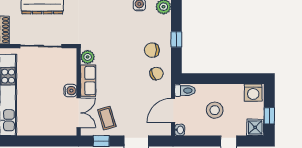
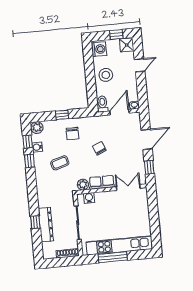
chair: (157, 74) -> (99, 148), moved
water cooler: (70, 91) -> (89, 198), moved
stool: (215, 110) -> (106, 75), moved
door: (173, 111) -> (119, 112), swing flipped
coffee table: (107, 118) -> (60, 163), moved

